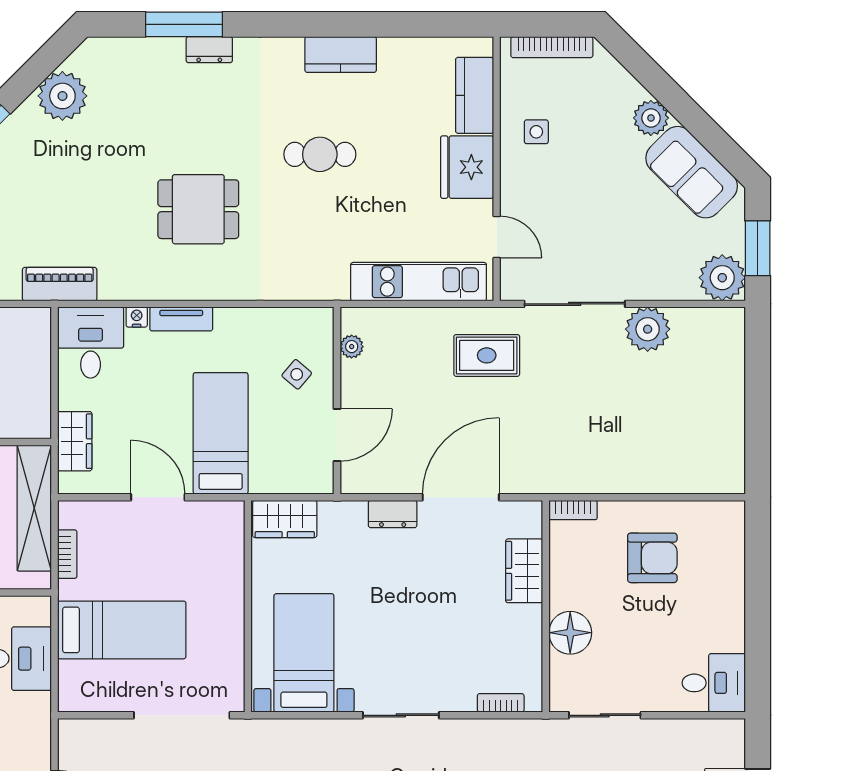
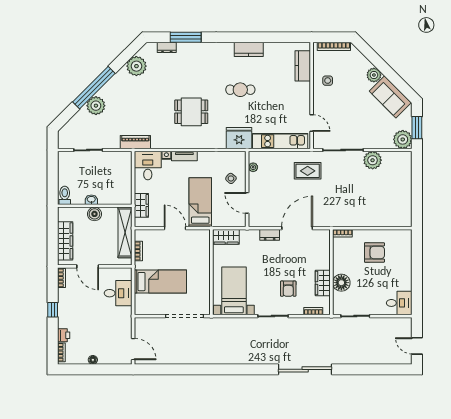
dresser: (209, 50) -> (167, 47), moved
fridge: (467, 167) -> (239, 138), moved, turned 90
door: (337, 435) -> (247, 203), swing flipped
wardrobe: (524, 571) -> (323, 283), moved
armchair: (439, 647) -> (288, 289), added

